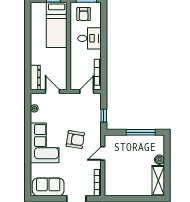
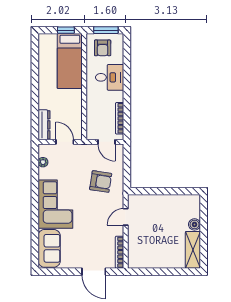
door: (87, 92) -> (106, 142), swing flipped
window: (104, 116) -> (127, 171), removed
window: (141, 132) -> (172, 191), removed
armchair: (75, 140) -> (101, 182), moved
sofa: (48, 187) -> (49, 248), moved, turned 90

